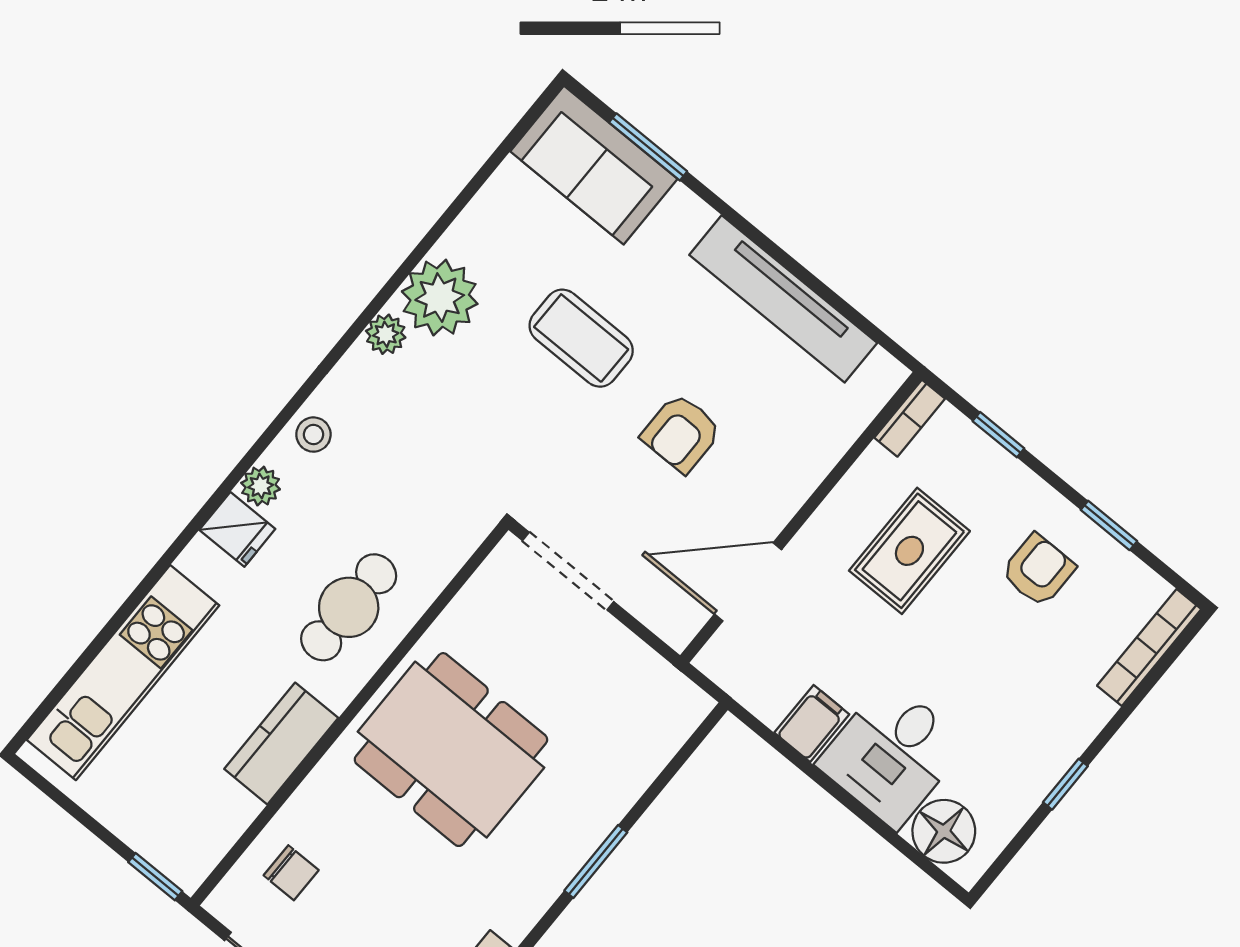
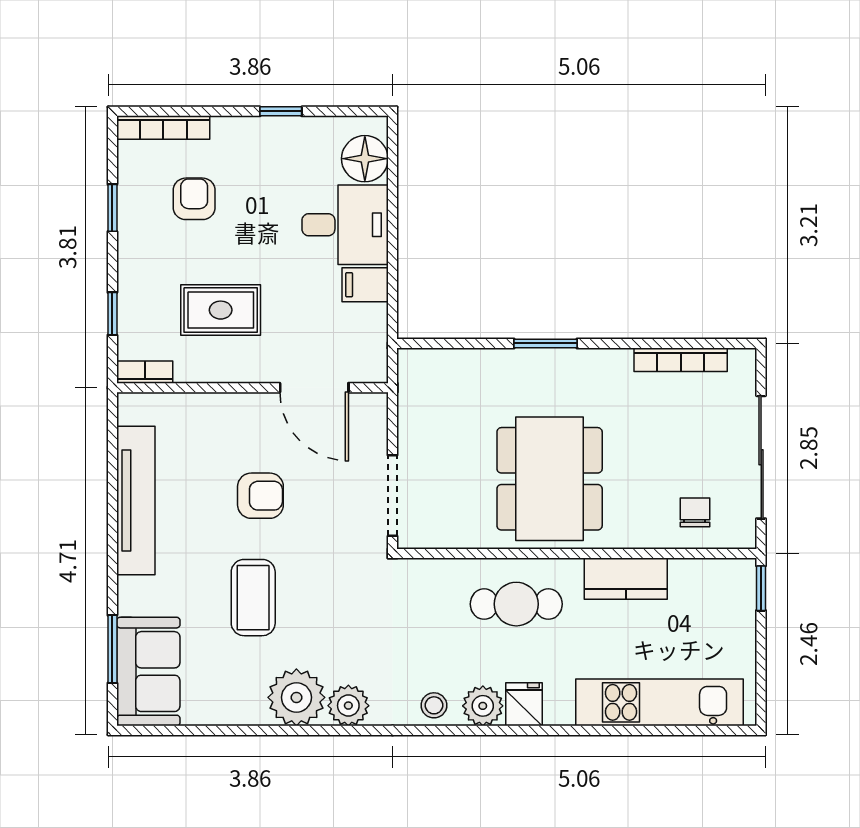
plant: (386, 334) -> (348, 706), width x1.38, depth x1.38
plant: (261, 486) -> (483, 706), width x1.38, depth x1.38
armchair: (1038, 570) -> (194, 199), moved, turned 90

